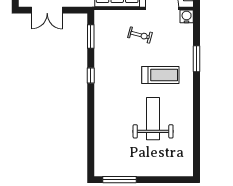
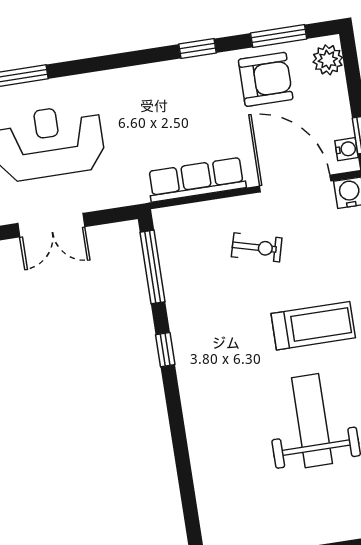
window: (91, 37) -> (153, 267), width x1.44

